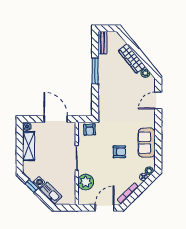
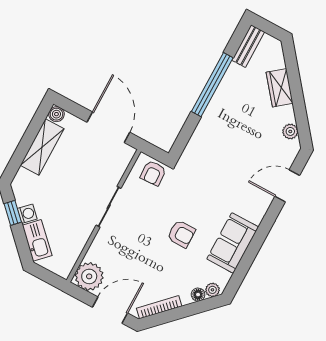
wardrobe: (132, 59) -> (280, 88), width x0.67
window: (95, 71) -> (212, 85), width x1.46
plant: (86, 182) -> (89, 276), moved

